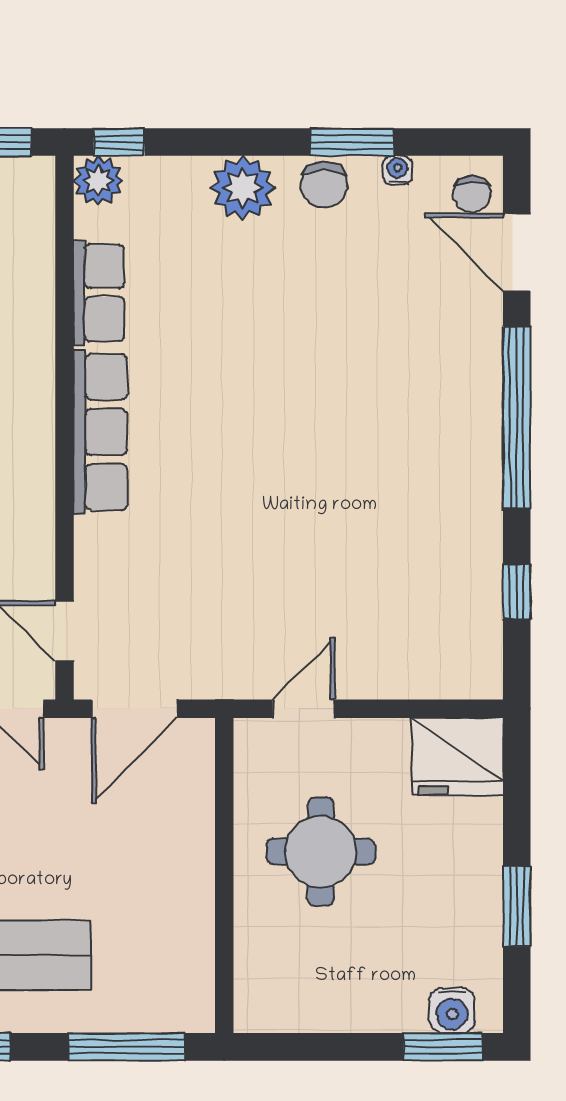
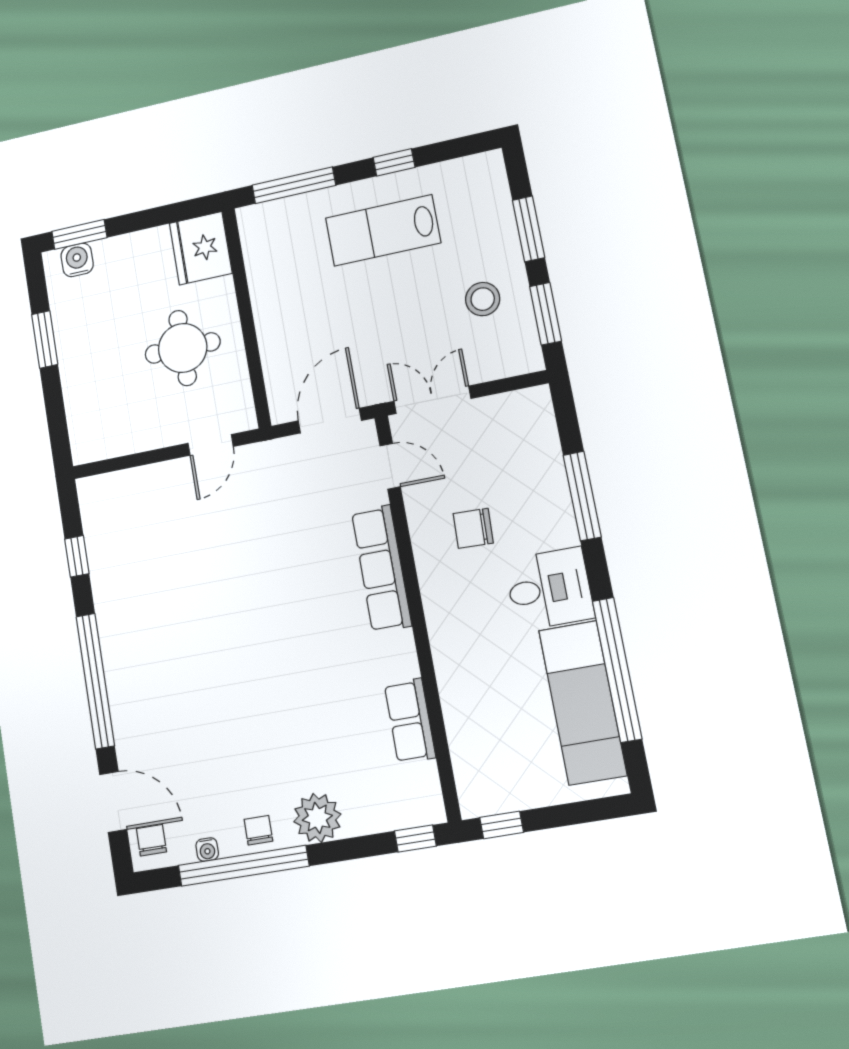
window: (352, 142) -> (243, 866), width x2.11
plant: (98, 181) -> (426, 806), removed
chair: (324, 185) -> (258, 830), width x0.73, depth x0.73
row of seats: (100, 432) -> (382, 569), moved
fridge: (457, 756) -> (201, 248), moved, turned -90

